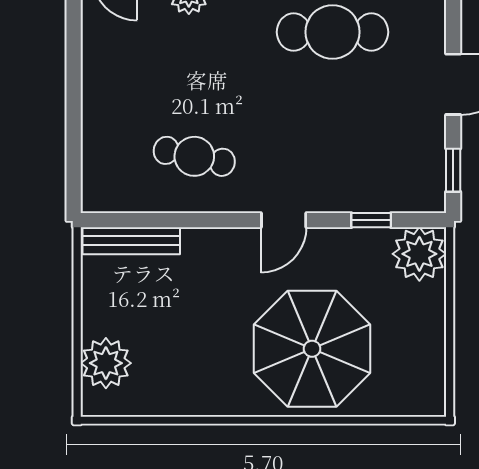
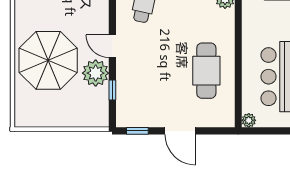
plant: (419, 254) -> (96, 73), moved

